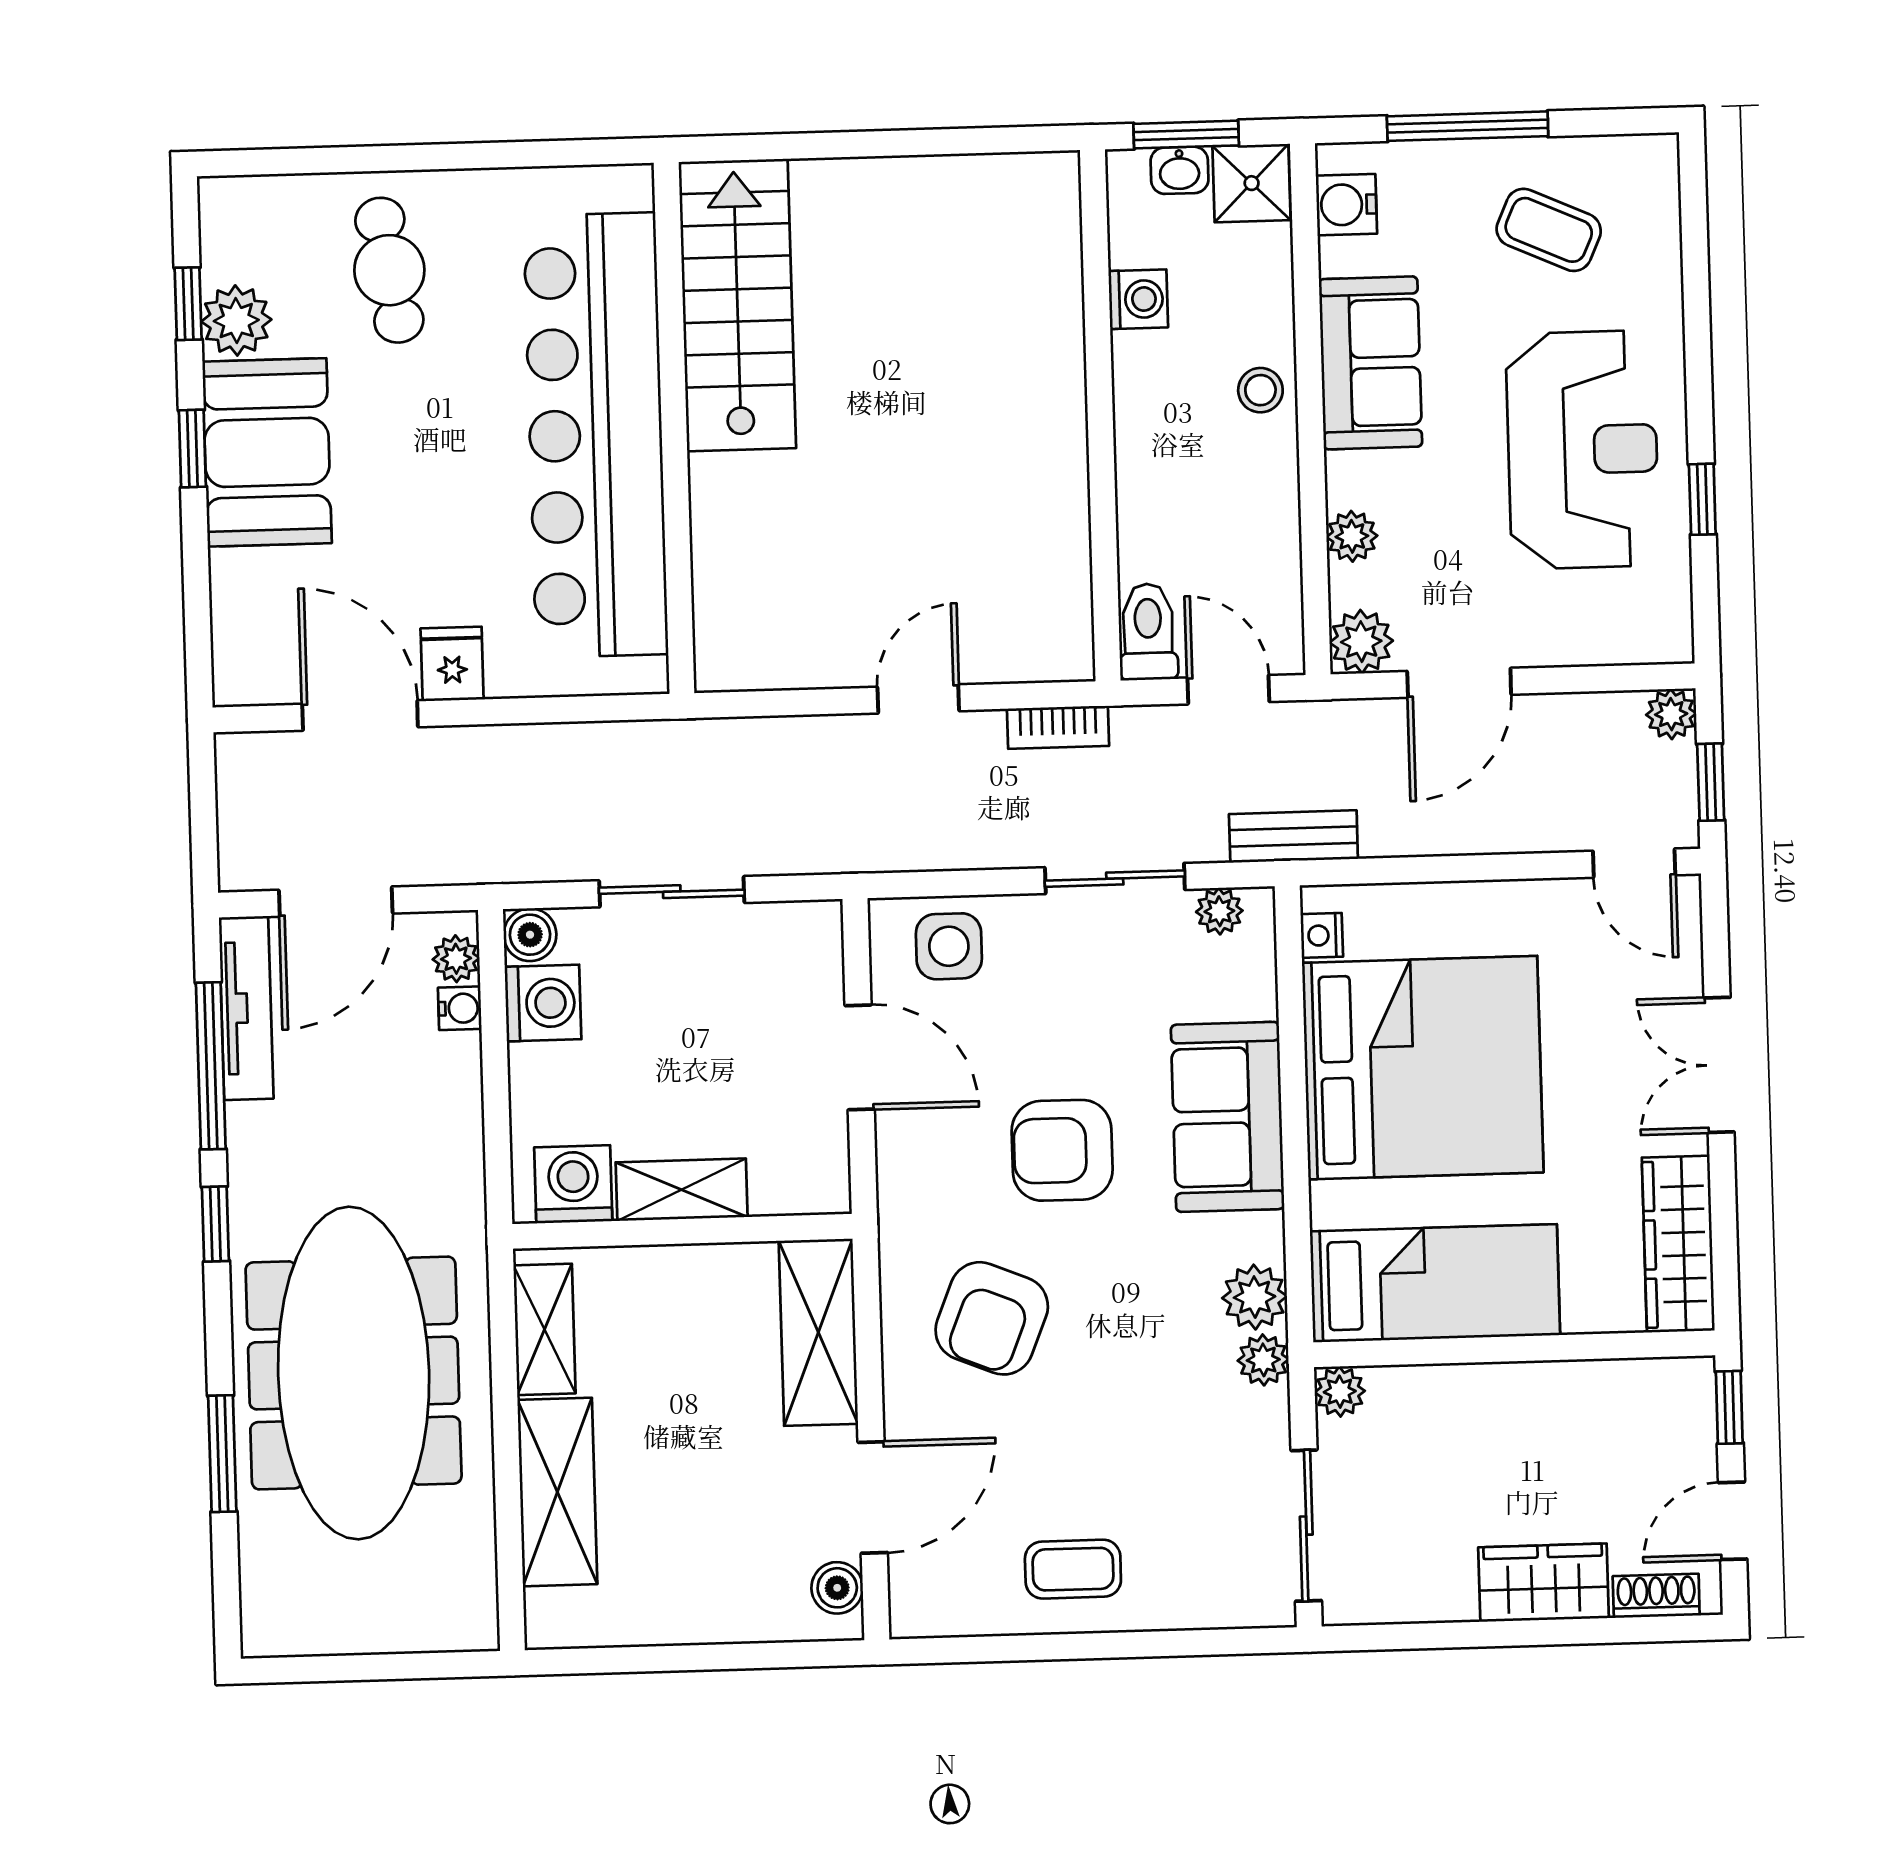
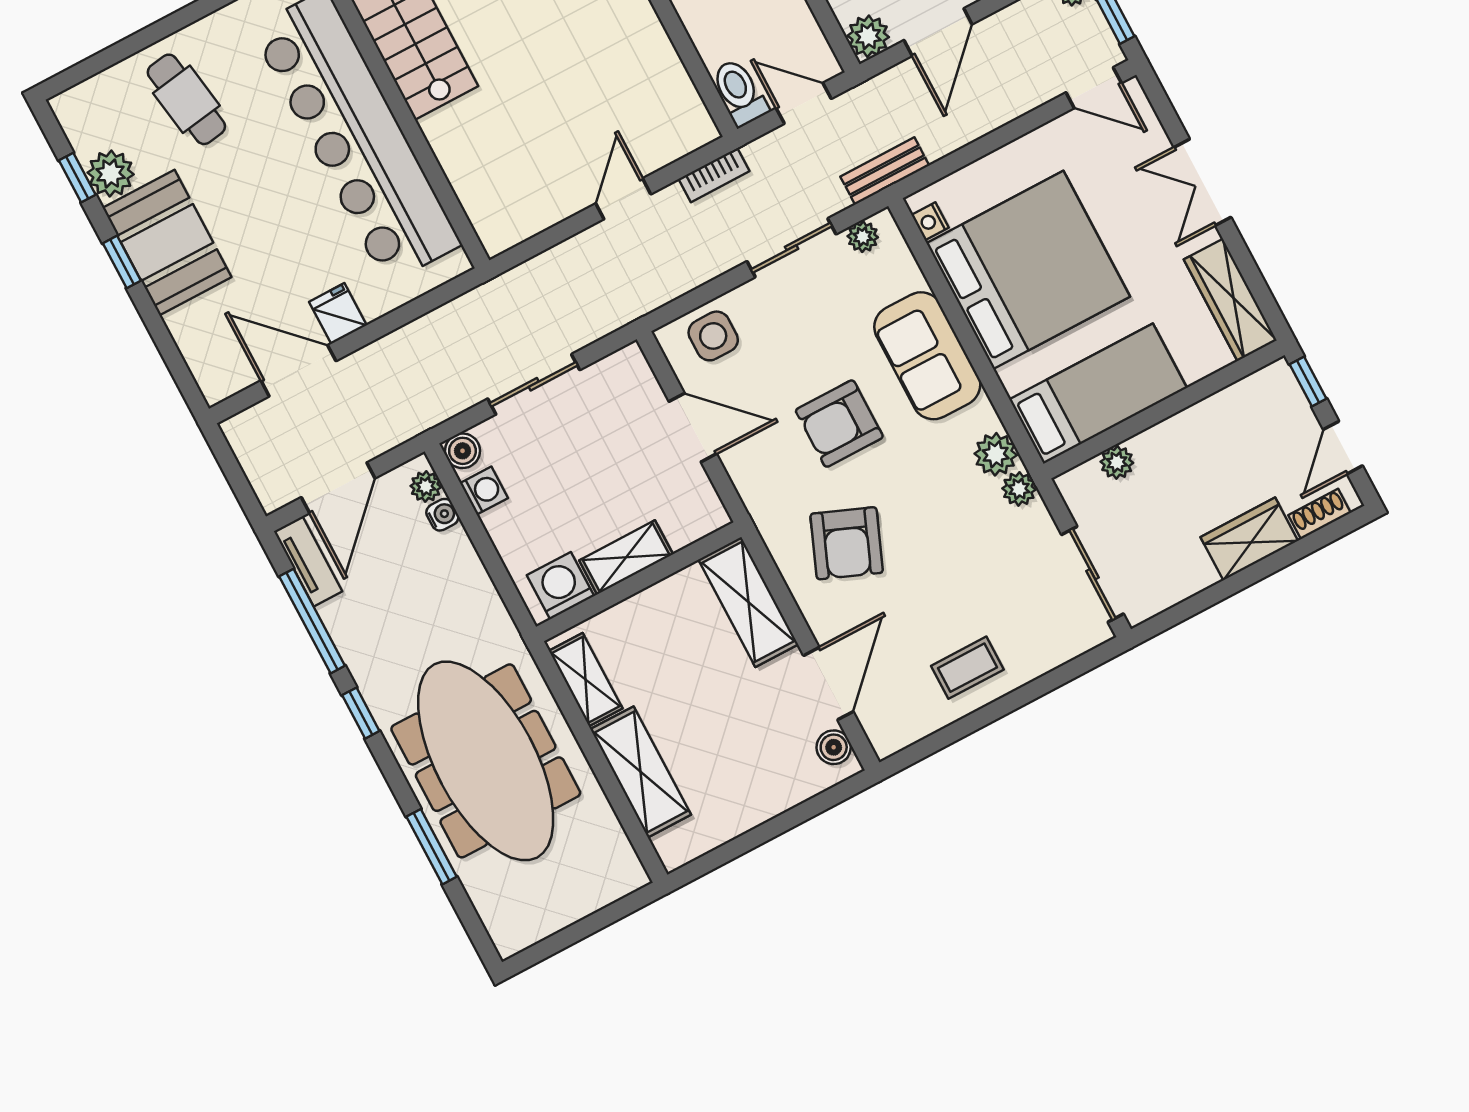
washing machine: (543, 1003) -> (484, 491), width x0.73, depth x0.73
tv unit: (246, 1008) -> (308, 561), width x0.71
plant: (1340, 1392) -> (1117, 462), moved

